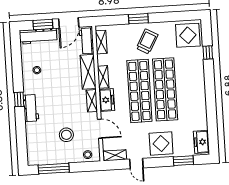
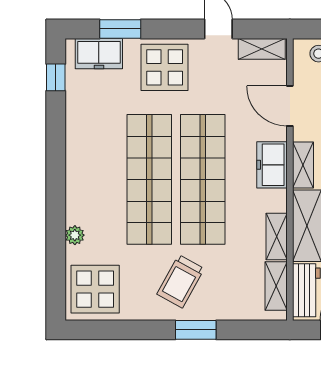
window: (208, 52) -> (56, 77), moved
plant: (199, 60) -> (75, 235), added
shelving: (103, 77) -> (277, 237), moved
freezer: (201, 142) -> (99, 54), moved, turned 90

